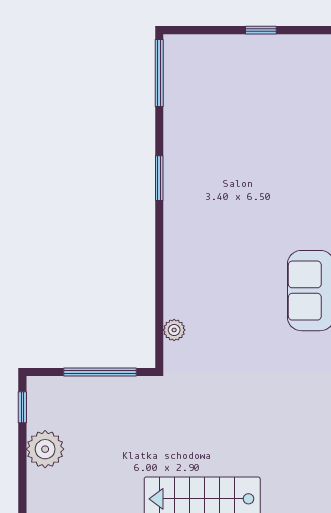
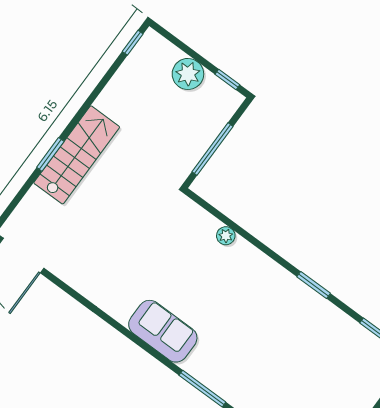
plant: (174, 330) -> (226, 236), moved

